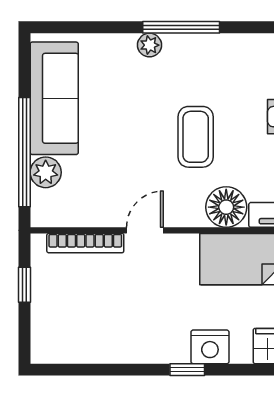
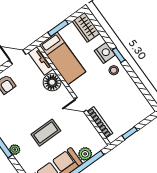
coffee table: (196, 137) -> (46, 133), moved
stool: (165, 340) -> (114, 70), added

